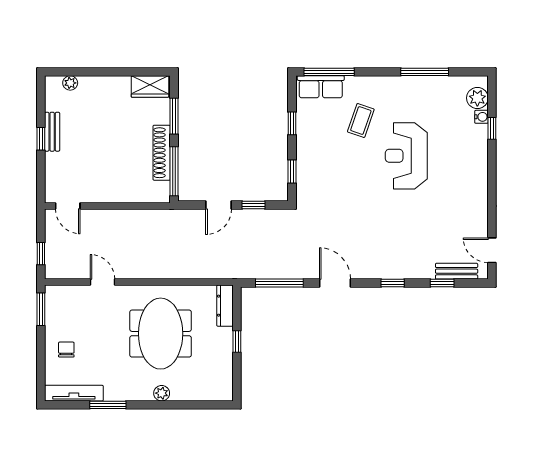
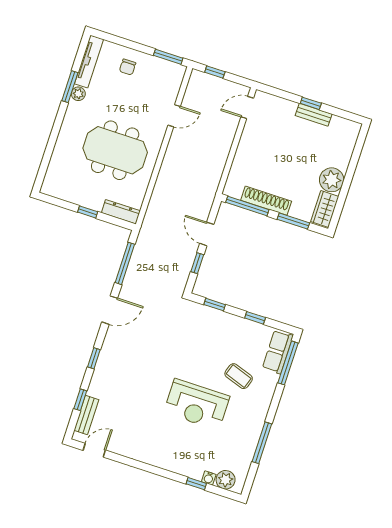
plant: (70, 83) -> (332, 180), moved, width x1.87, depth x1.87
reception desk: (406, 156) -> (197, 404), turned 180
chair: (66, 349) -> (128, 67), turned 90
plant: (162, 393) -> (78, 94), moved

